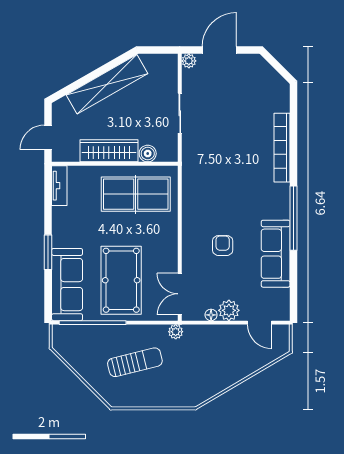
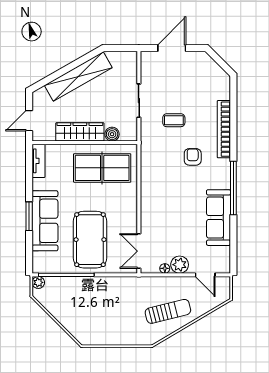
plant: (189, 61) -> (146, 57), removed
coffee table: (222, 137) -> (174, 120), added
armchair: (223, 246) -> (193, 157), moved
sofa: (67, 285) -> (45, 221), moved
plant: (176, 332) -> (38, 282), moved
sun lounger: (135, 362) -> (168, 311), moved

